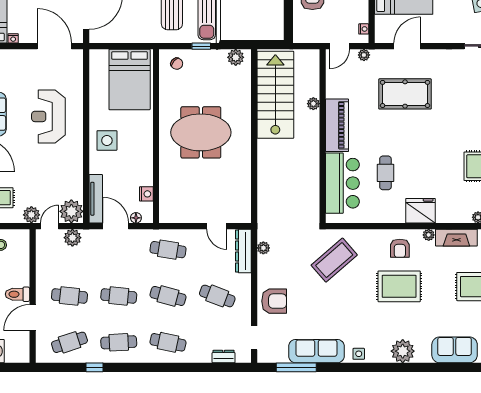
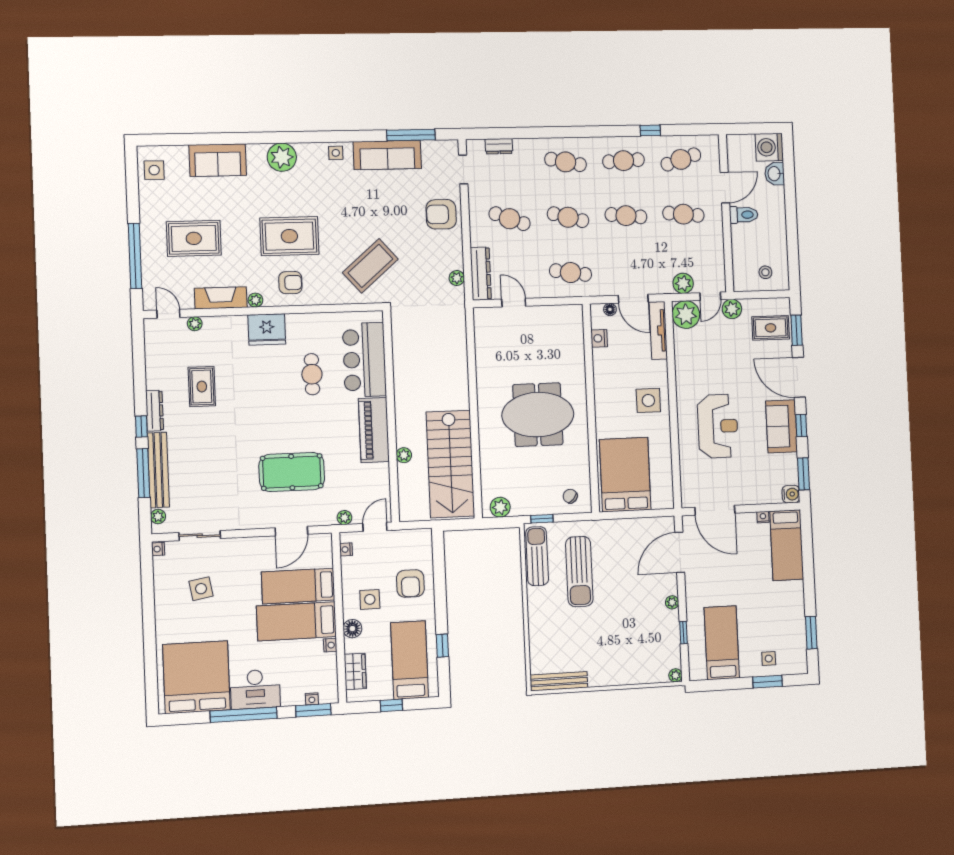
armchair: (400, 248) -> (290, 283), turned 90

